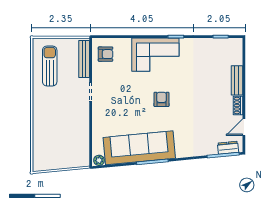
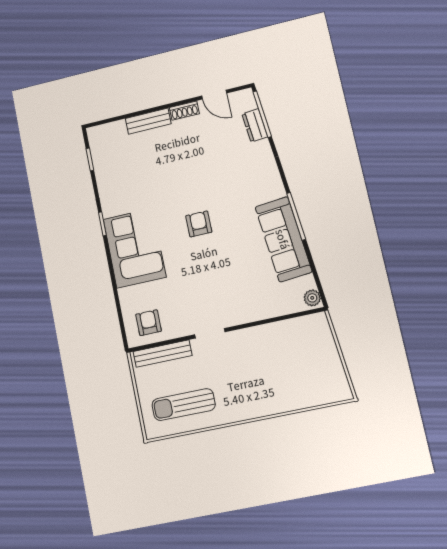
armchair: (161, 99) -> (199, 224), turned 90
sofa: (139, 148) -> (283, 239), width x0.74, depth x0.79
dresser: (228, 148) -> (255, 125), moved

